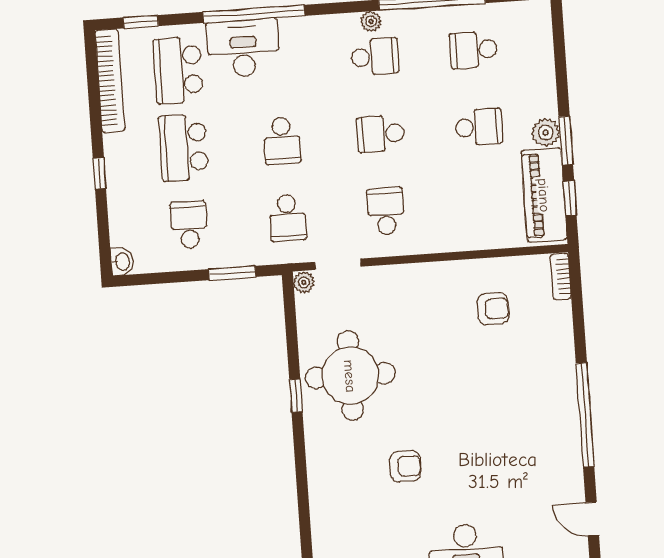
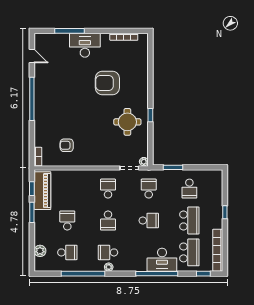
school desk: (479, 127) -> (67, 220), turned 90
plant: (546, 132) -> (40, 251), moved
school desk: (380, 134) -> (108, 220), turned 90
school desk: (282, 141) -> (149, 220), turned 90
school desk: (386, 211) -> (108, 189), turned 180
washbasin: (122, 262) -> (218, 175), removed
round table: (350, 376) -> (127, 122), width x0.73, depth x0.73
armchair: (405, 466) -> (107, 83), width x1.88, depth x1.88

